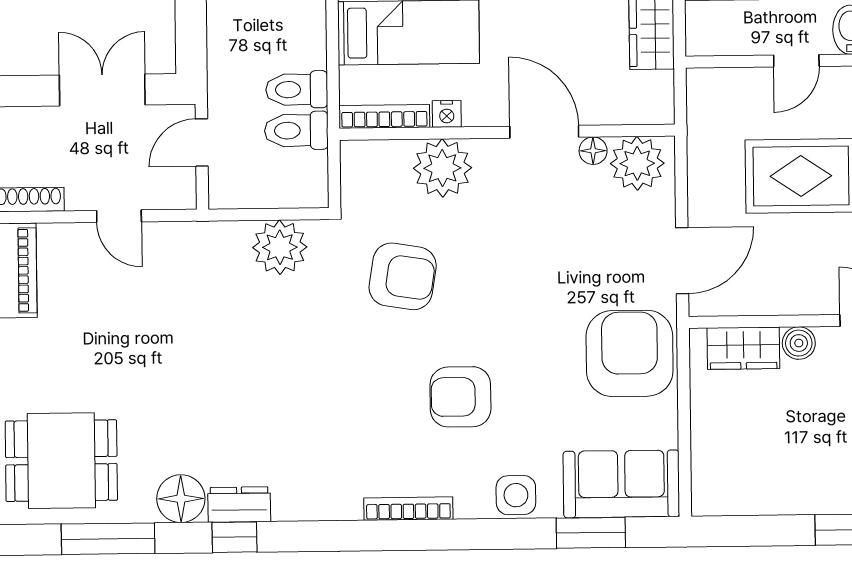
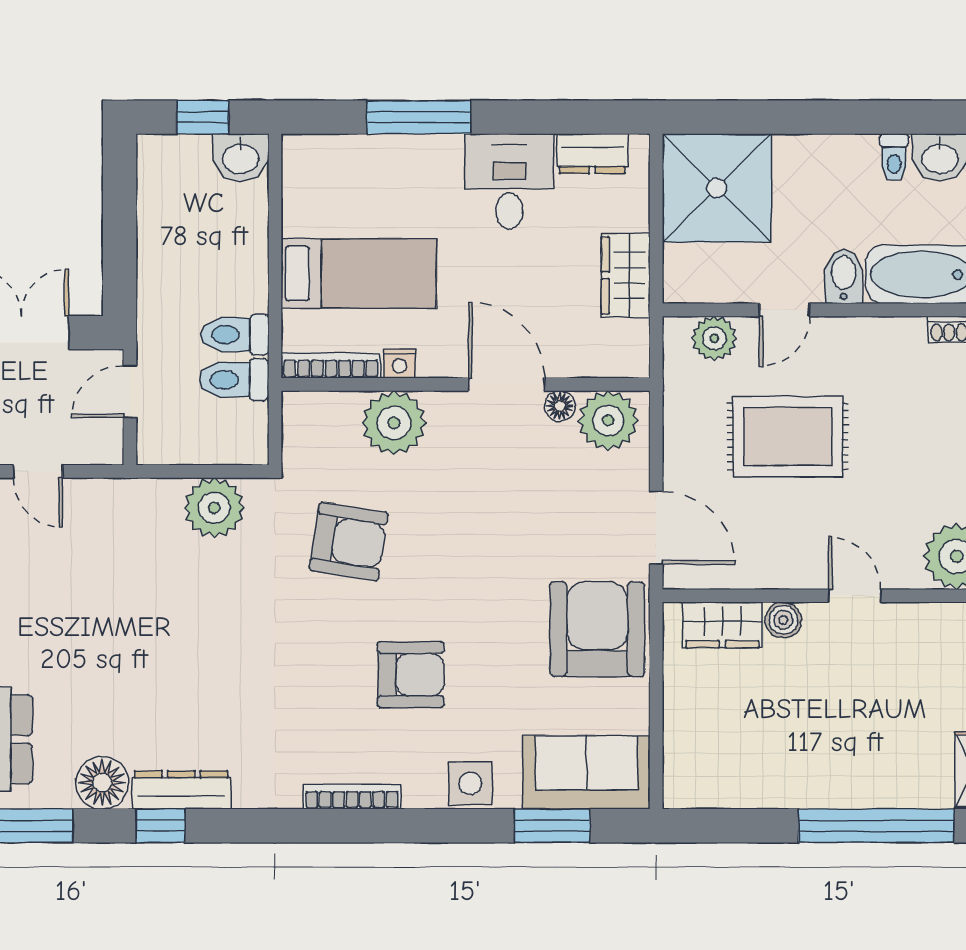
plant: (733, 87) -> (714, 338), added
door: (682, 261) -> (656, 528), hinge flipped
armchair: (460, 397) -> (411, 675), turned 180
dresser: (239, 505) -> (181, 790), width x1.44

